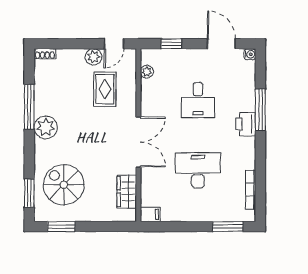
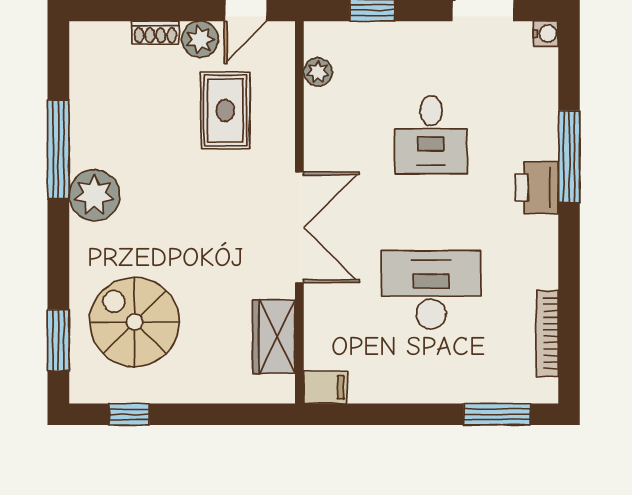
shoe rack: (45, 54) -> (155, 33), moved
window: (61, 227) -> (129, 414), width x0.67

